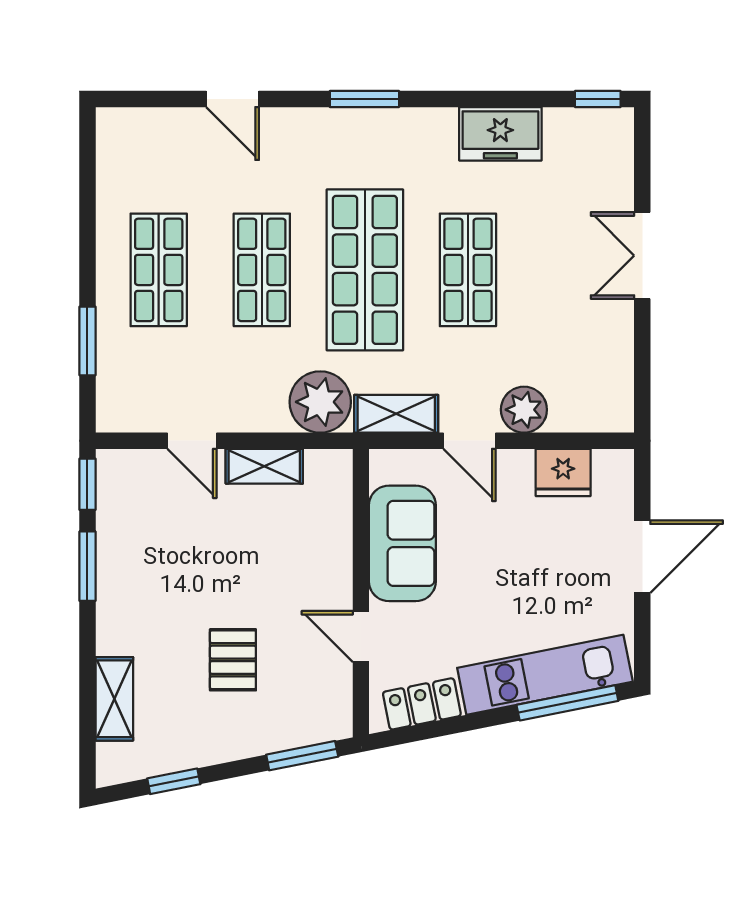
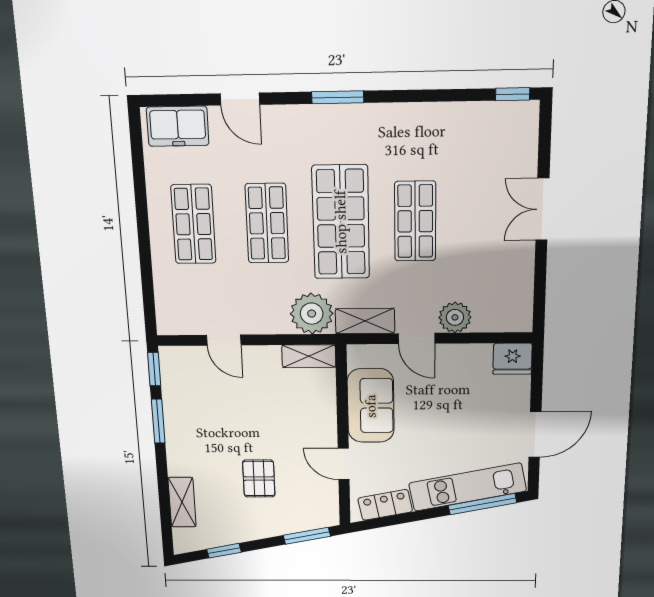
freezer: (500, 134) -> (178, 126), moved
window: (87, 341) -> (147, 274), removed
shelving: (264, 466) -> (309, 356), moved
fridge: (563, 472) -> (513, 359), moved
door: (642, 557) -> (535, 434), moved

